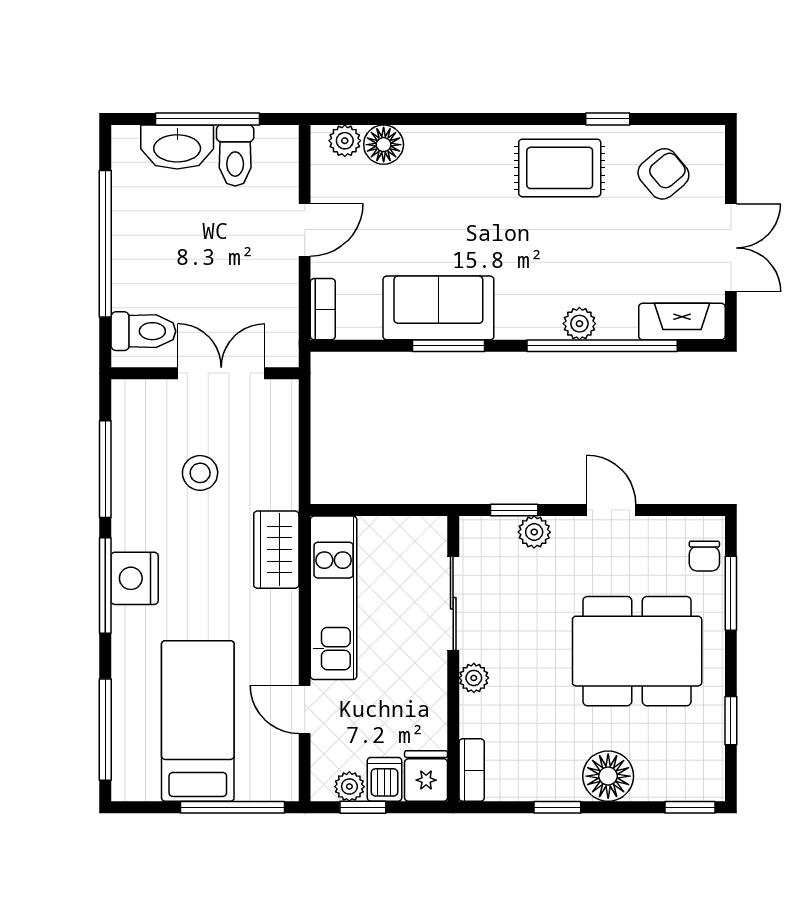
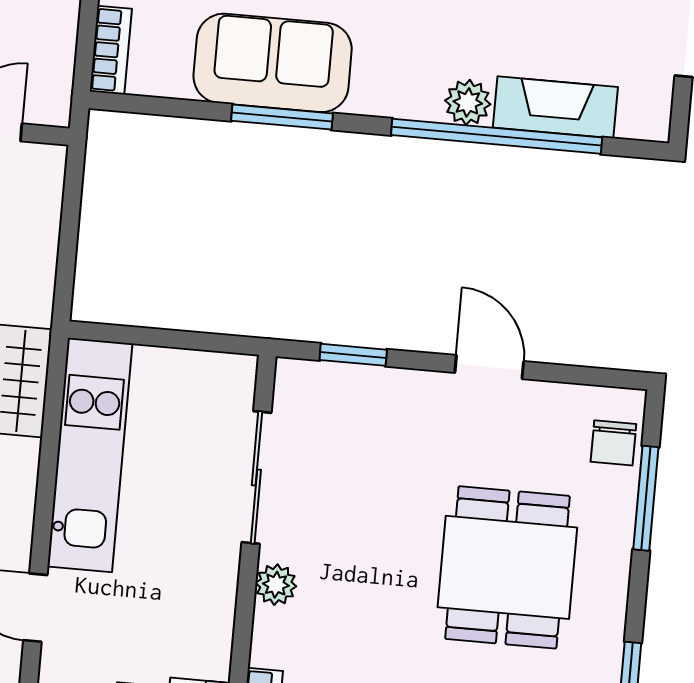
fireplace: (682, 322) -> (555, 107), moved
plant: (534, 532) -> (379, 388), removed
dining table: (637, 651) -> (507, 567), width x0.73

